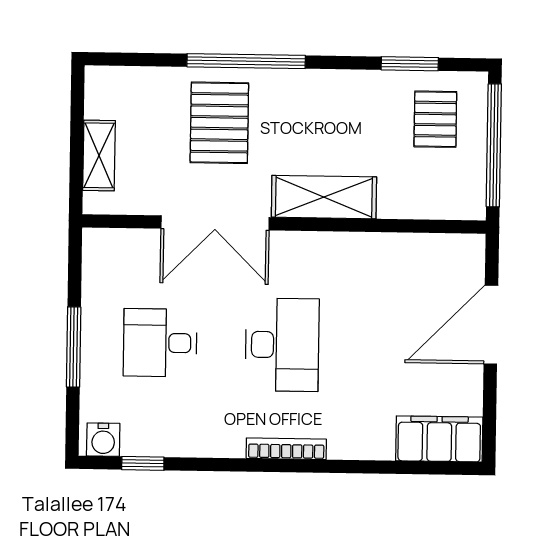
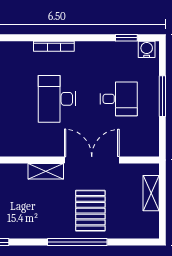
shelving: (324, 197) -> (46, 171), width x0.67, depth x0.75

